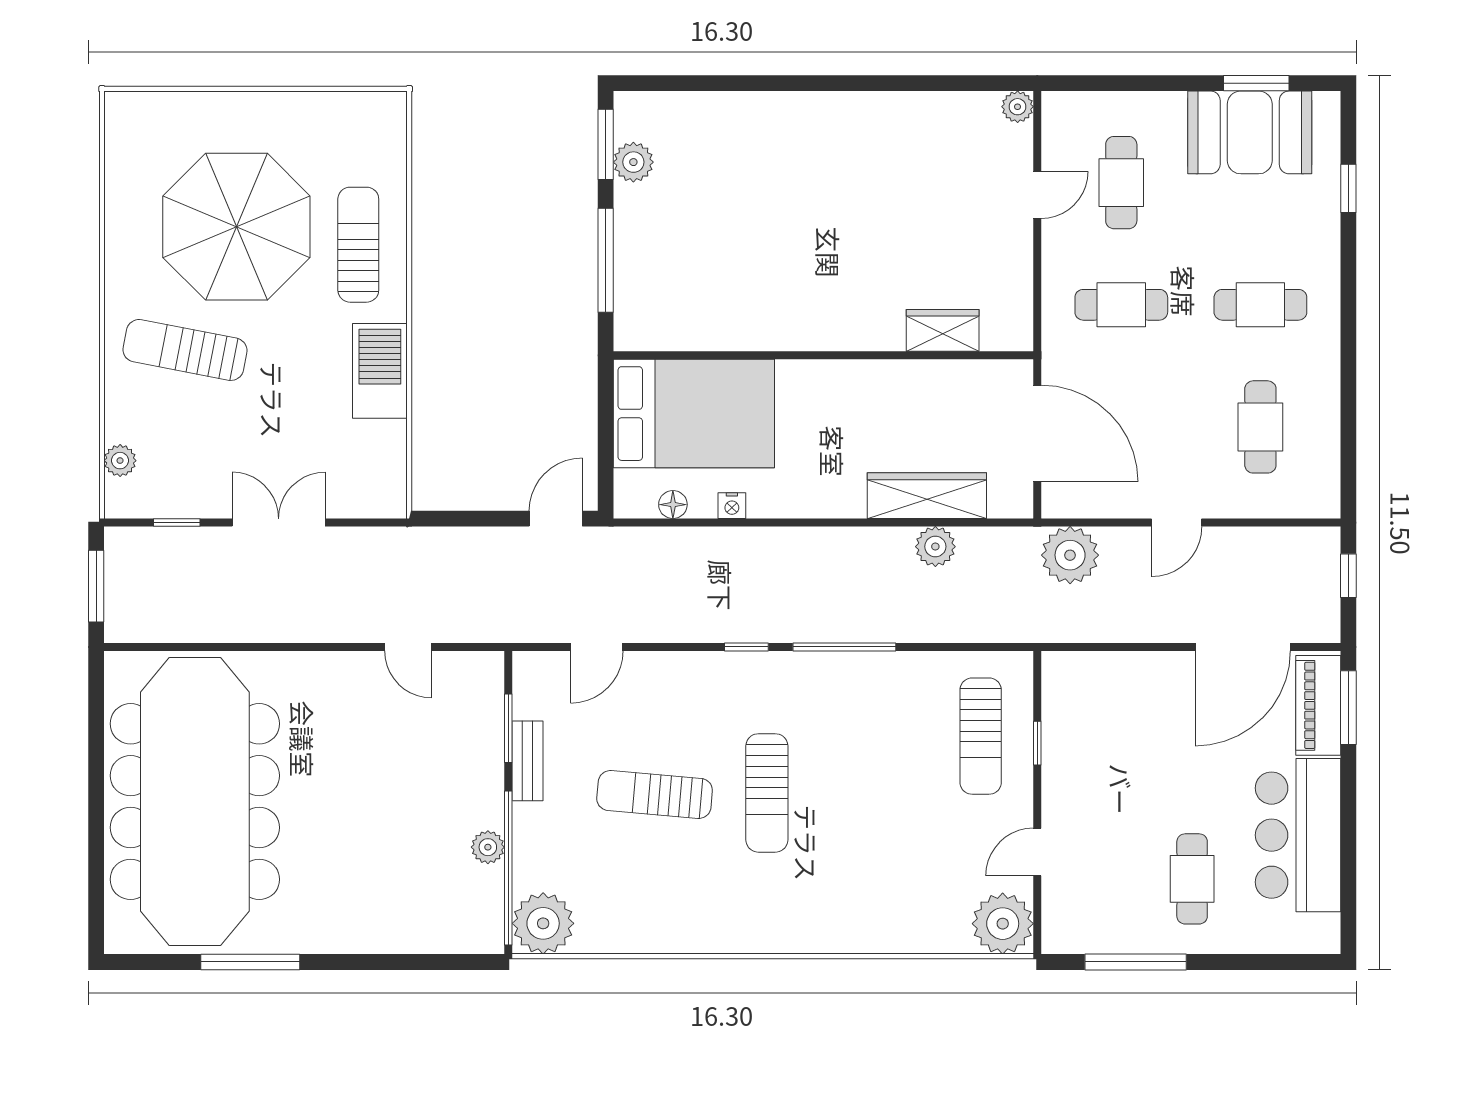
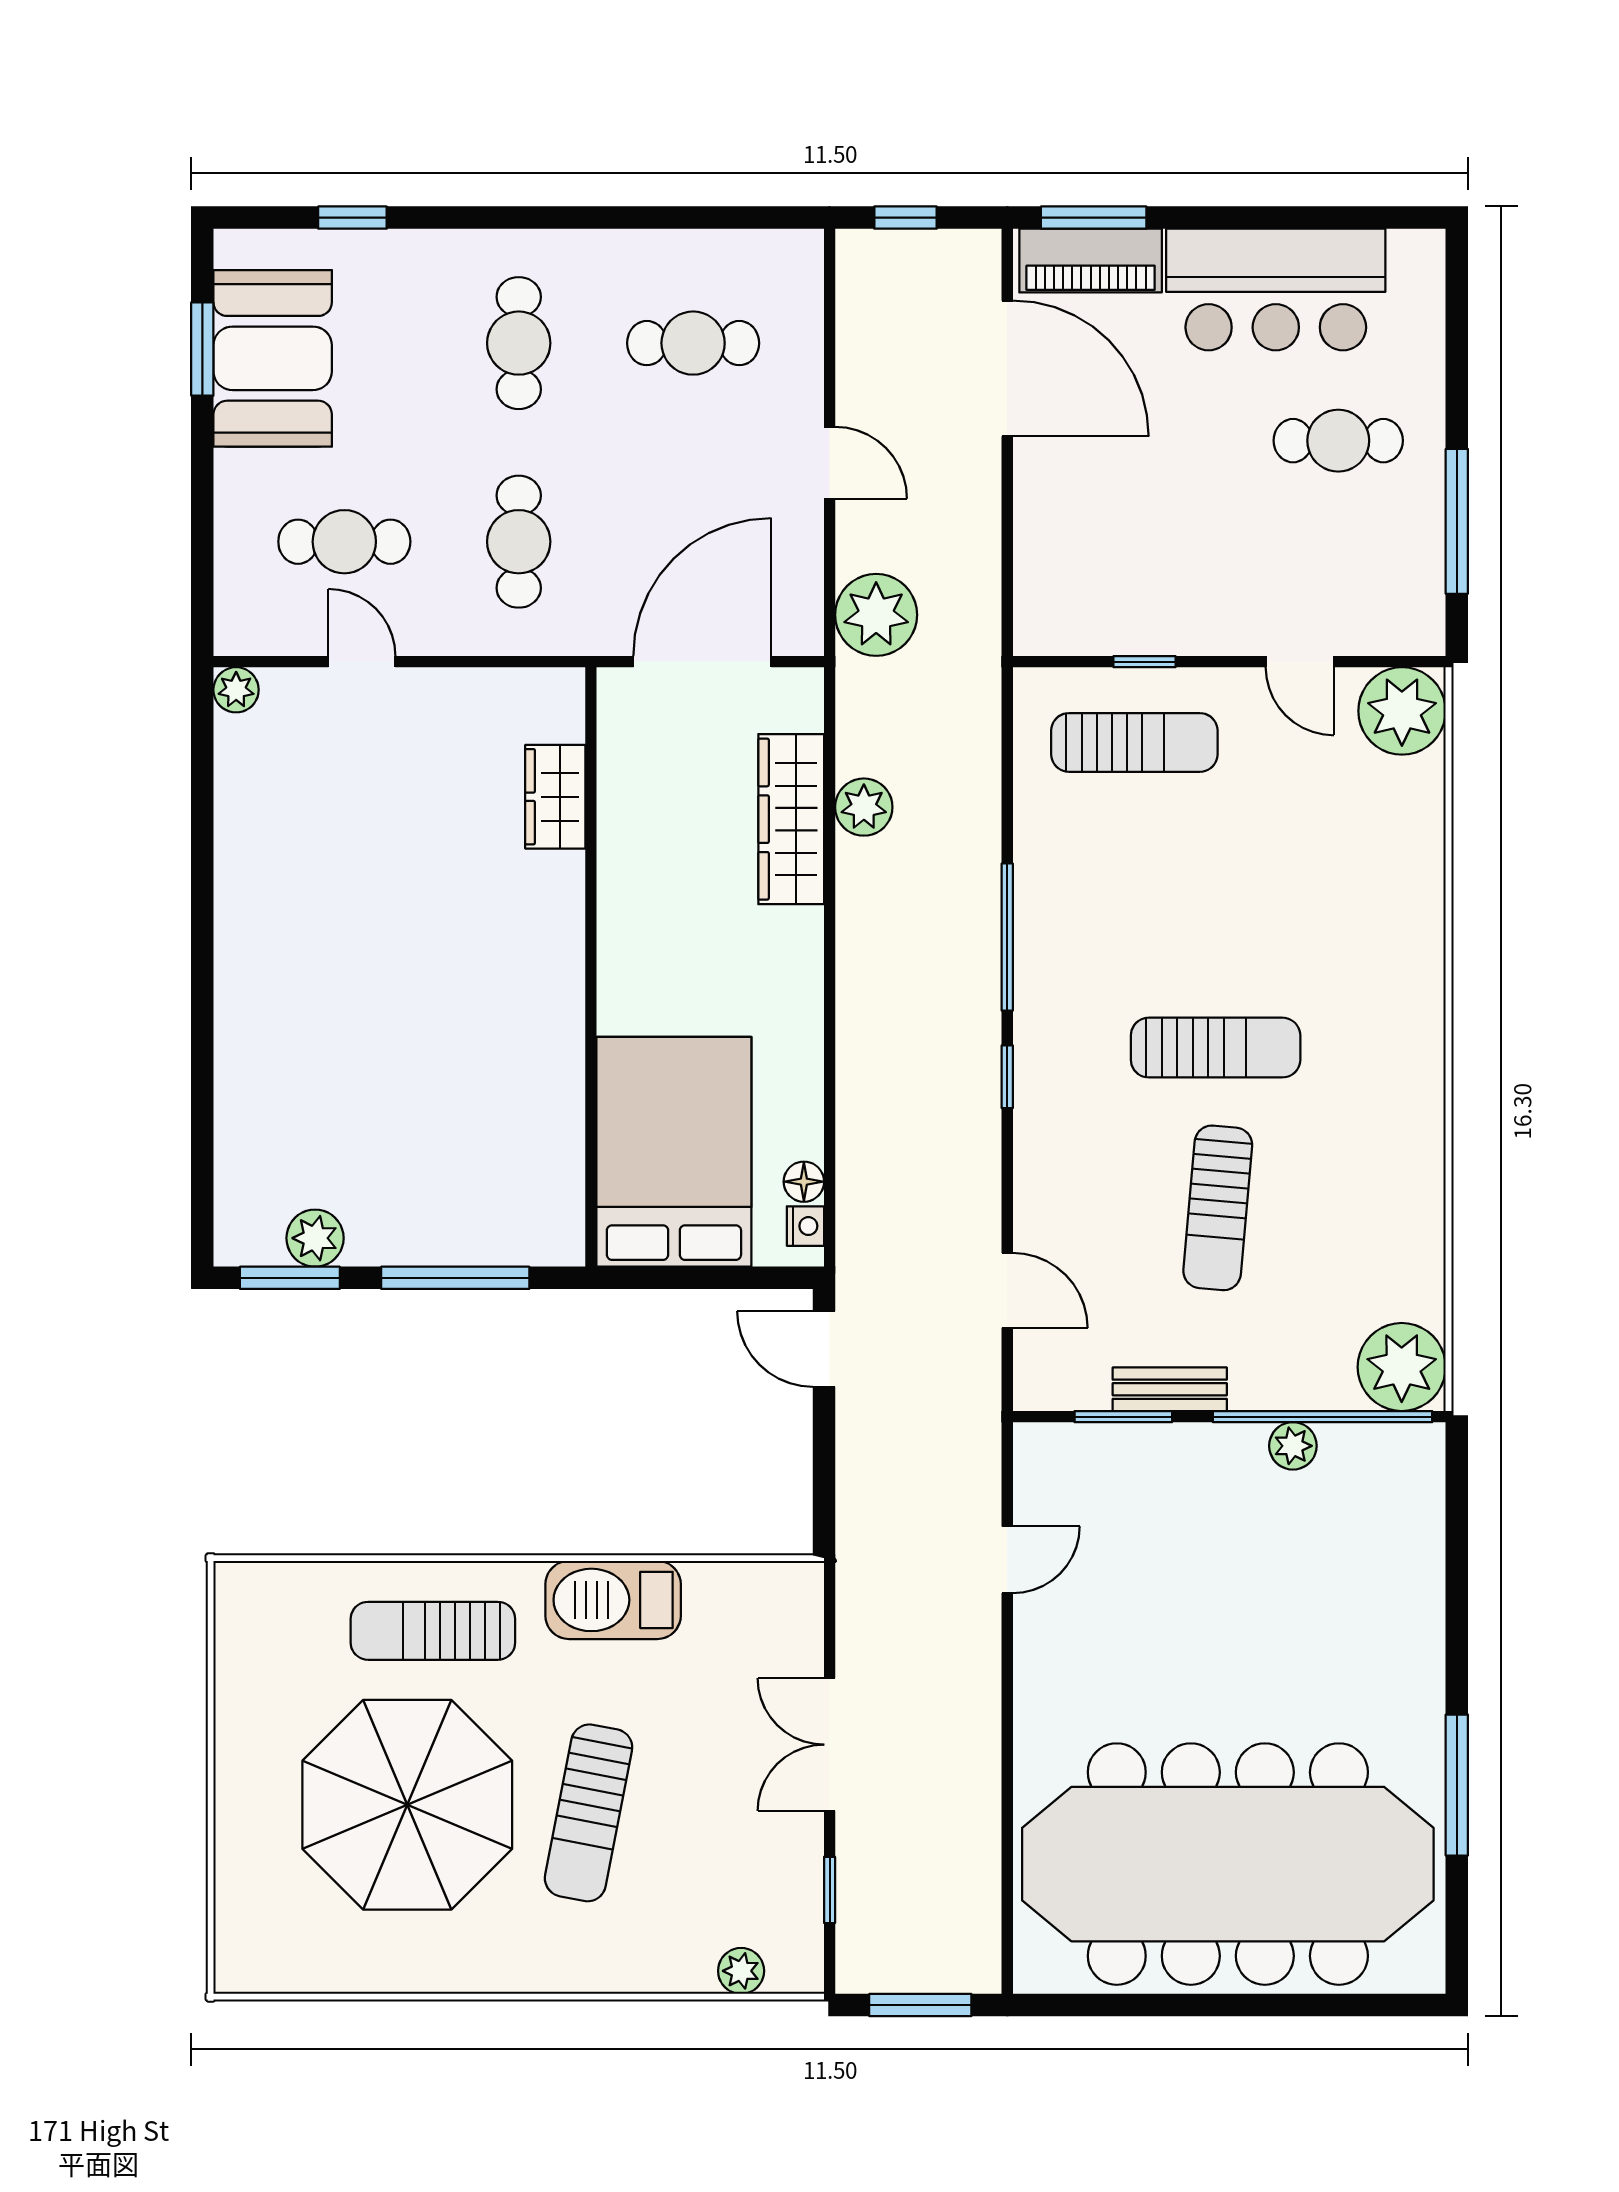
sun lounger: (185, 350) -> (589, 1813), moved
nightstand: (732, 506) -> (805, 1226), moved

